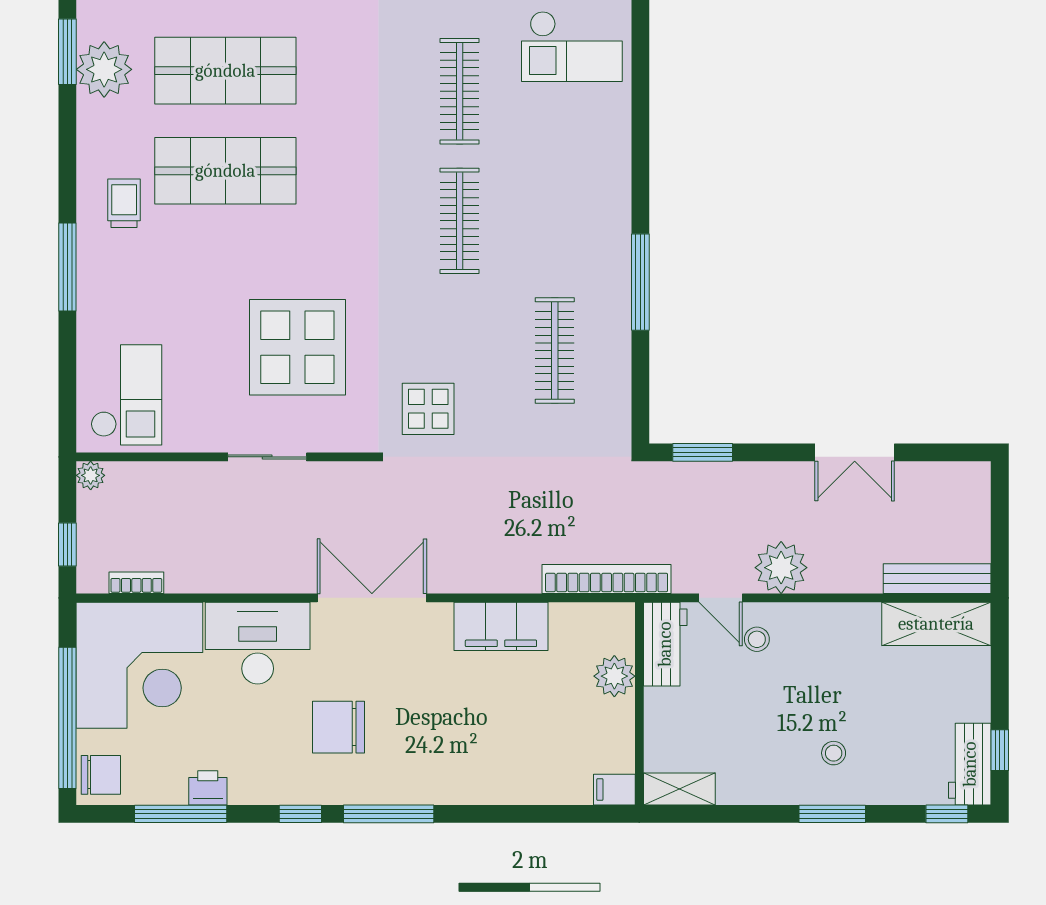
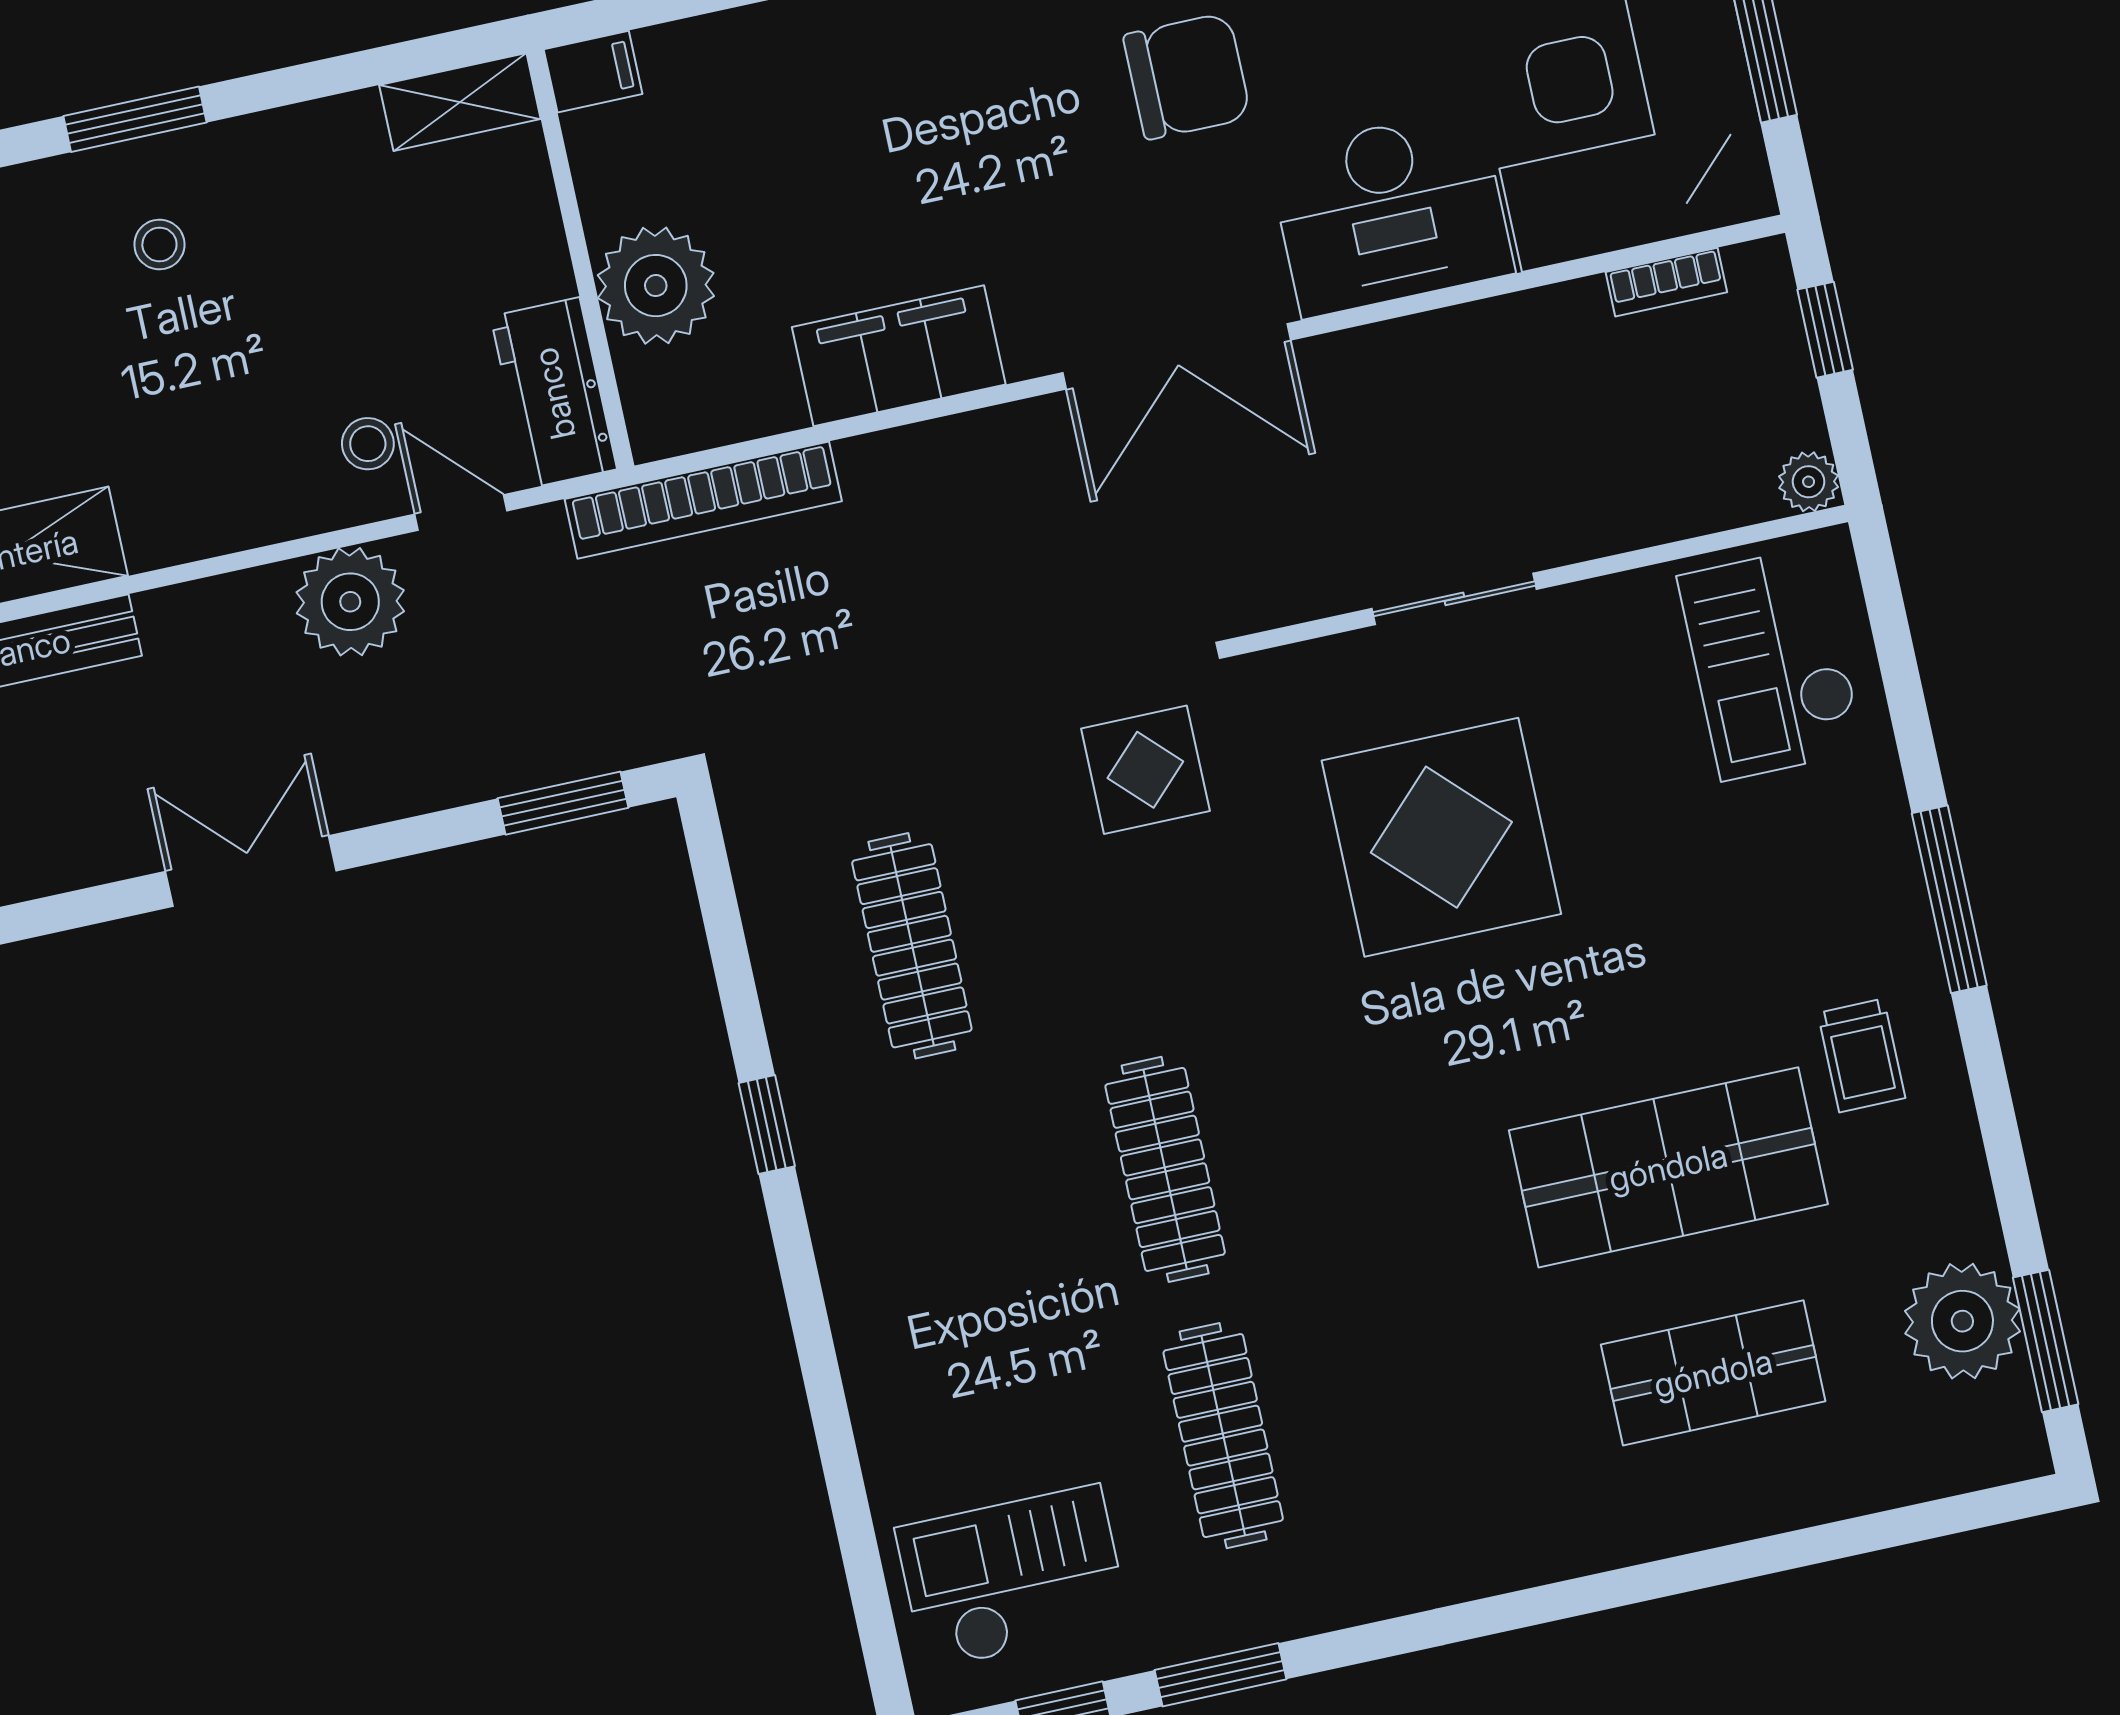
shop shelf: (225, 71) -> (1713, 1373), width x0.70, depth x0.74
window: (640, 282) -> (767, 1125), width x0.46
plant: (614, 676) -> (656, 286), width x1.36, depth x1.36

